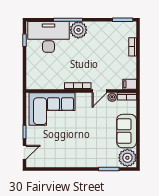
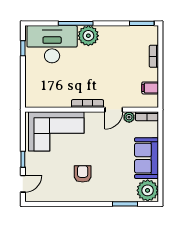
filing cabinet: (130, 84) -> (150, 88), moved
armchair: (74, 144) -> (83, 174), added

